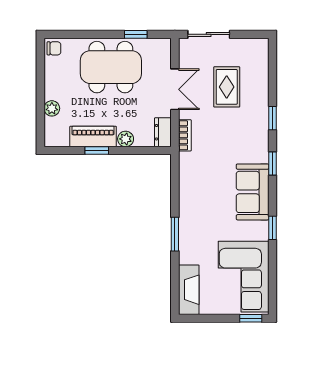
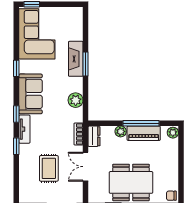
plant: (52, 108) -> (173, 133), moved
tv unit: (261, 142) -> (24, 129), added
window: (97, 151) -> (141, 123), width x2.17
plant: (189, 183) -> (76, 100), added
fireplace: (189, 290) -> (76, 59), moved

